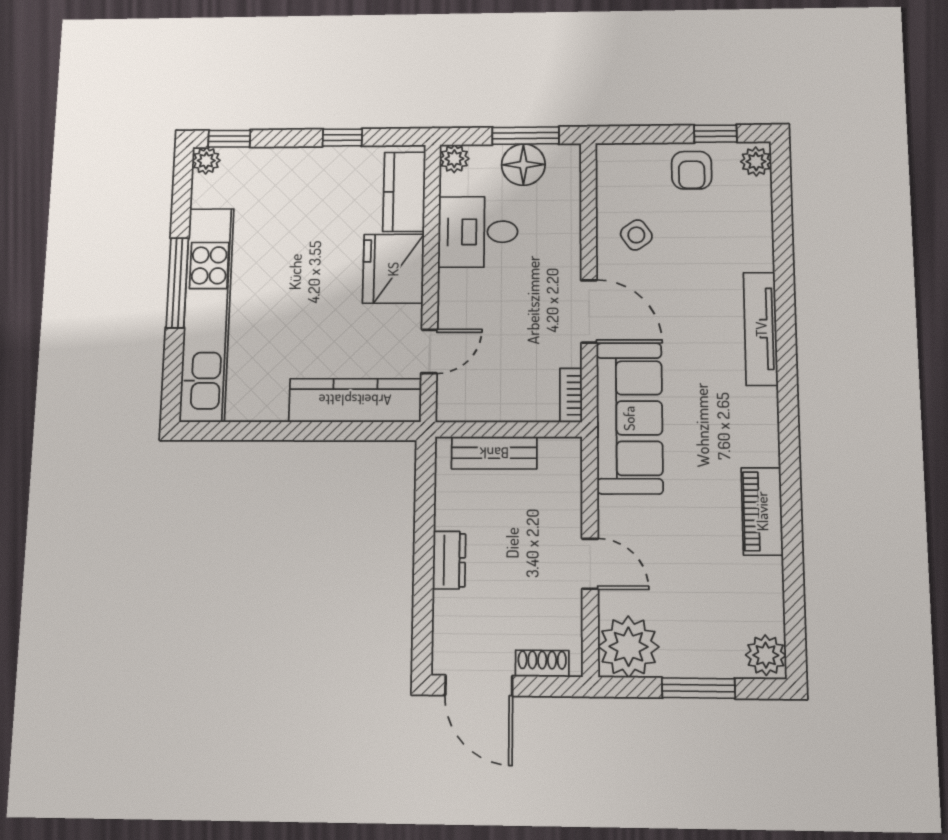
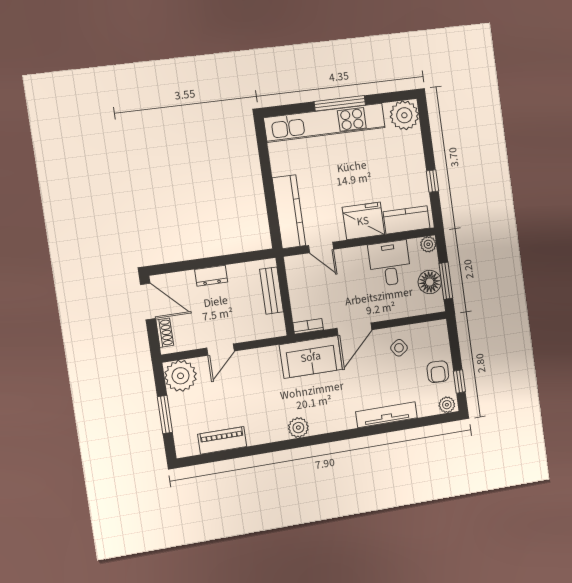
window: (229, 139) -> (424, 118), removed
plant: (206, 161) -> (404, 115), width x1.88, depth x1.88
armchair: (692, 170) -> (438, 372), turned -88
tv unit: (761, 329) -> (386, 415), moved
sofa: (629, 418) -> (311, 357), width x0.73
piano: (762, 511) -> (222, 440), moved
plant: (766, 655) -> (298, 428), moved
door: (479, 686) -> (148, 302), swing flipped

